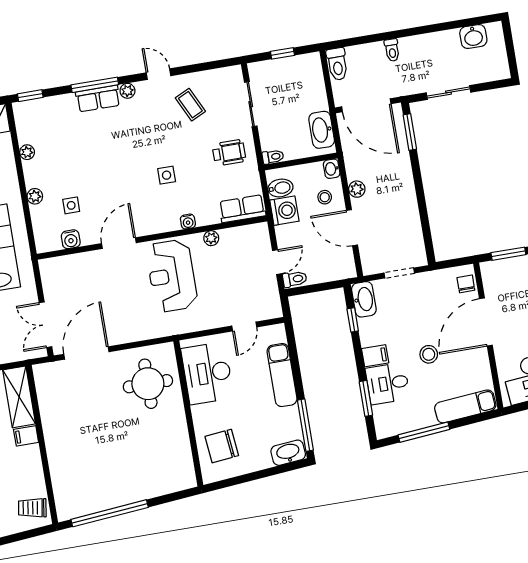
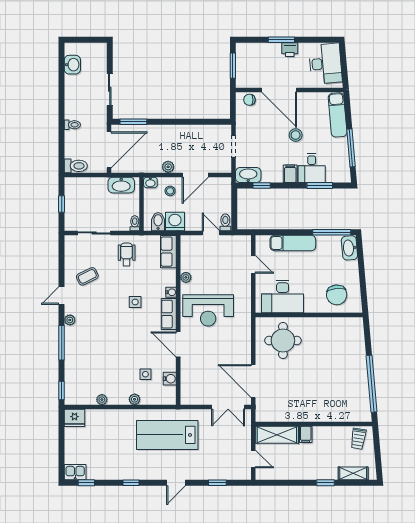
row of seats: (98, 99) -> (169, 314), moved, turned 180

